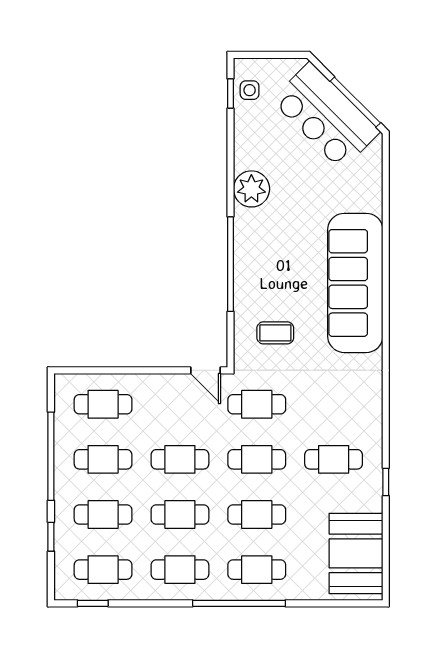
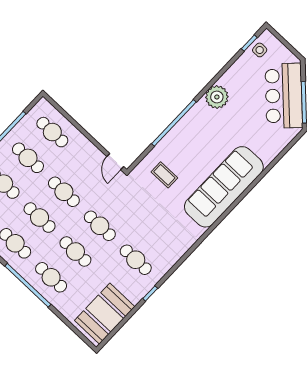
cafe table: (257, 404) -> (124, 200), removed

